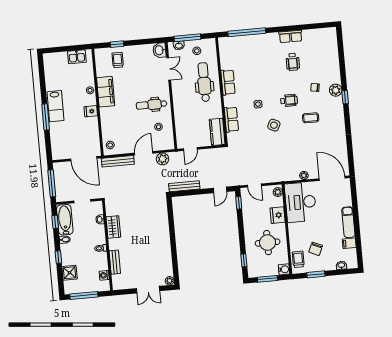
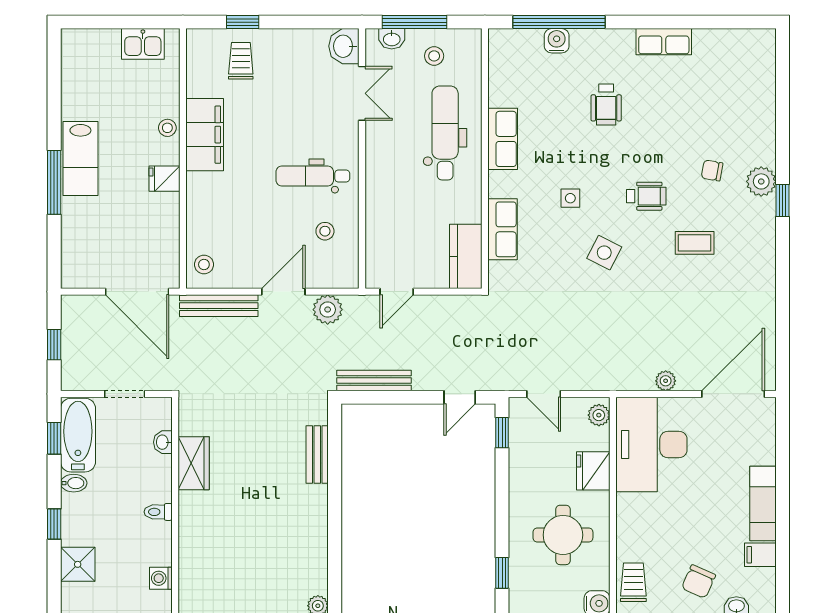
water cooler: (246, 40) -> (557, 41), added
wheelchair: (293, 62) -> (606, 105), moved
door: (332, 178) -> (733, 394), hinge flipped
window: (52, 183) -> (54, 345), width x0.46
chair: (316, 249) -> (699, 582), moved
bench: (115, 262) -> (317, 454), moved

